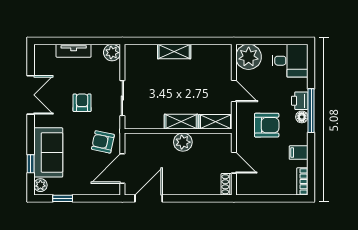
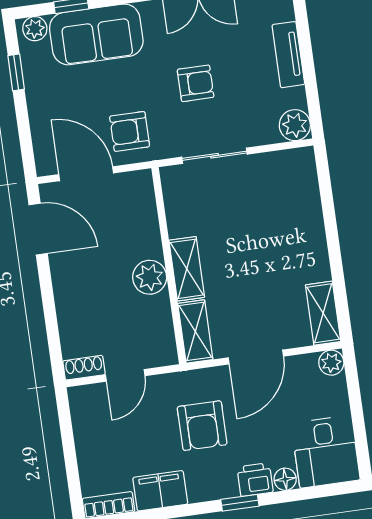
shelving: (174, 52) -> (323, 313), moved
plant: (249, 57) -> (331, 363), width x0.53, depth x0.53
door: (234, 91) -> (256, 357), width x1.38
window: (311, 111) -> (240, 503), width x0.46
floor lamp: (302, 117) -> (285, 479), moved
armchair: (103, 142) -> (130, 131), turned -102
filing cabinet: (299, 153) -> (160, 491), width x2.00

